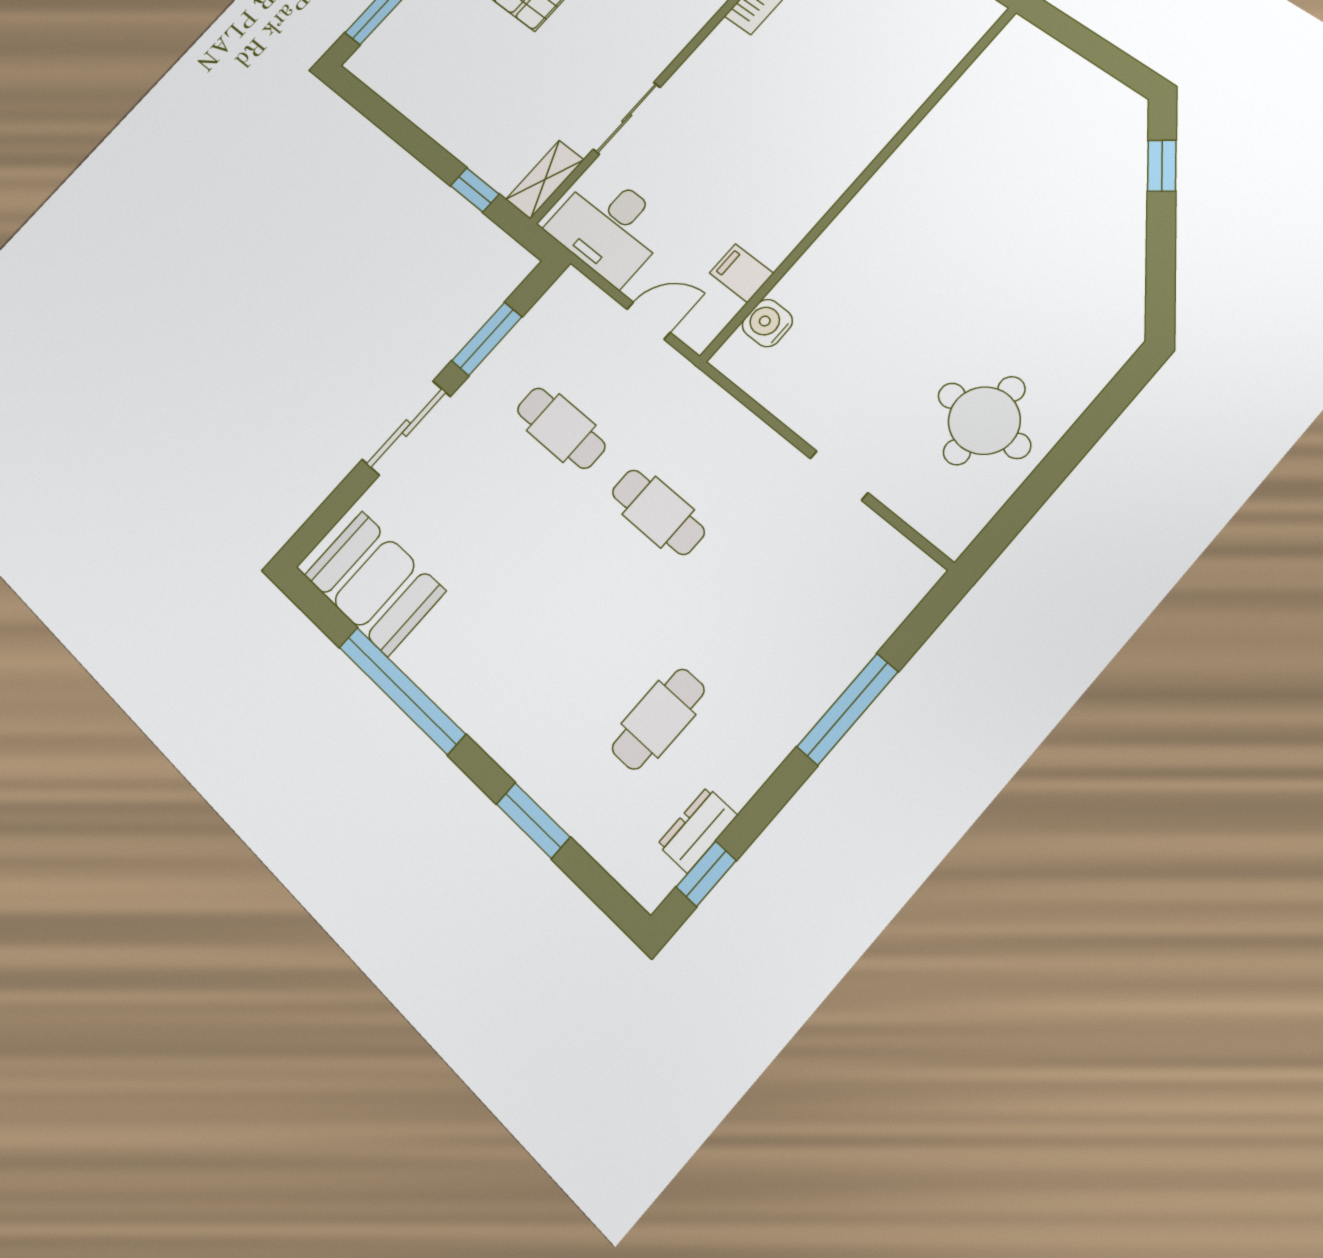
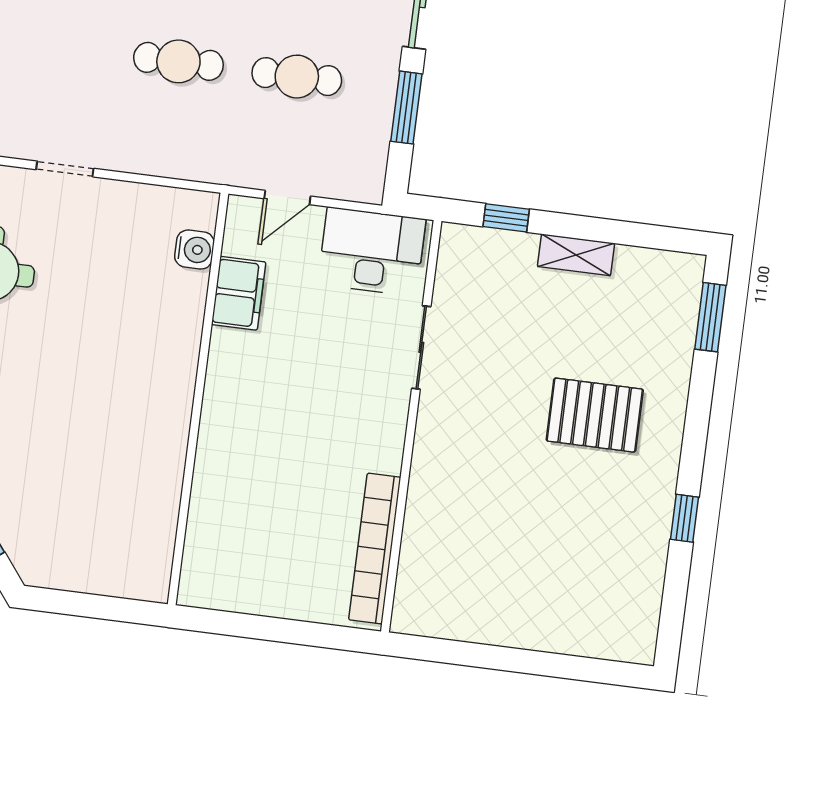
shelving: (545, 180) -> (576, 255), moved, turned 90
filing cabinet: (741, 273) -> (239, 293), width x2.00

